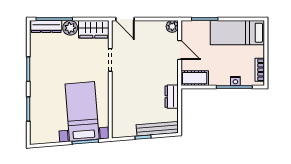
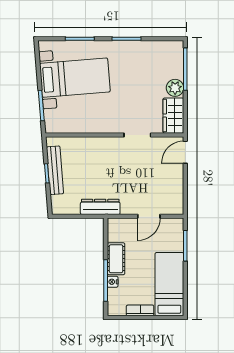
plant: (172, 26) -> (177, 208), removed
dresser: (46, 27) -> (177, 60), removed
bookcase: (260, 70) -> (140, 310), moved
cot: (195, 78) -> (116, 259), moved
dresser: (172, 97) -> (100, 207), width x1.44
bed with nightstands: (82, 112) -> (75, 78), moved
bench: (157, 129) -> (55, 170), moved

